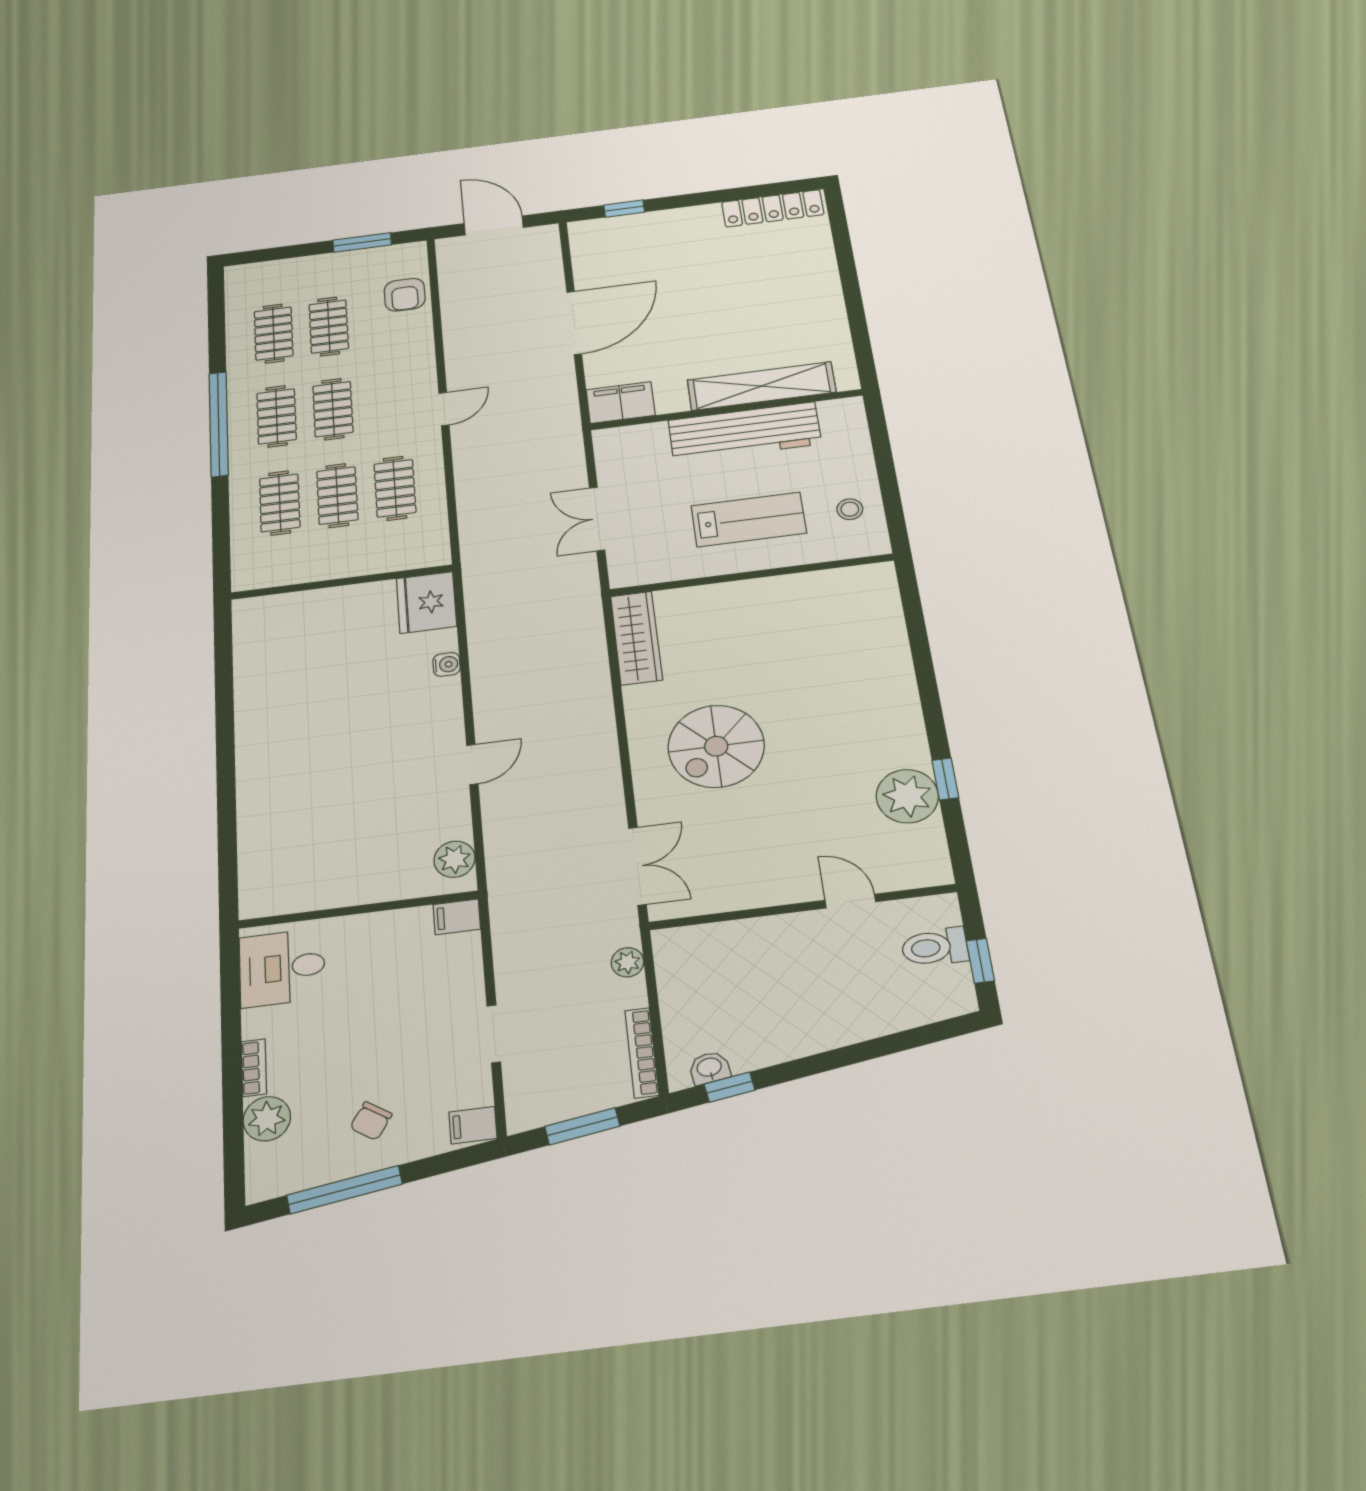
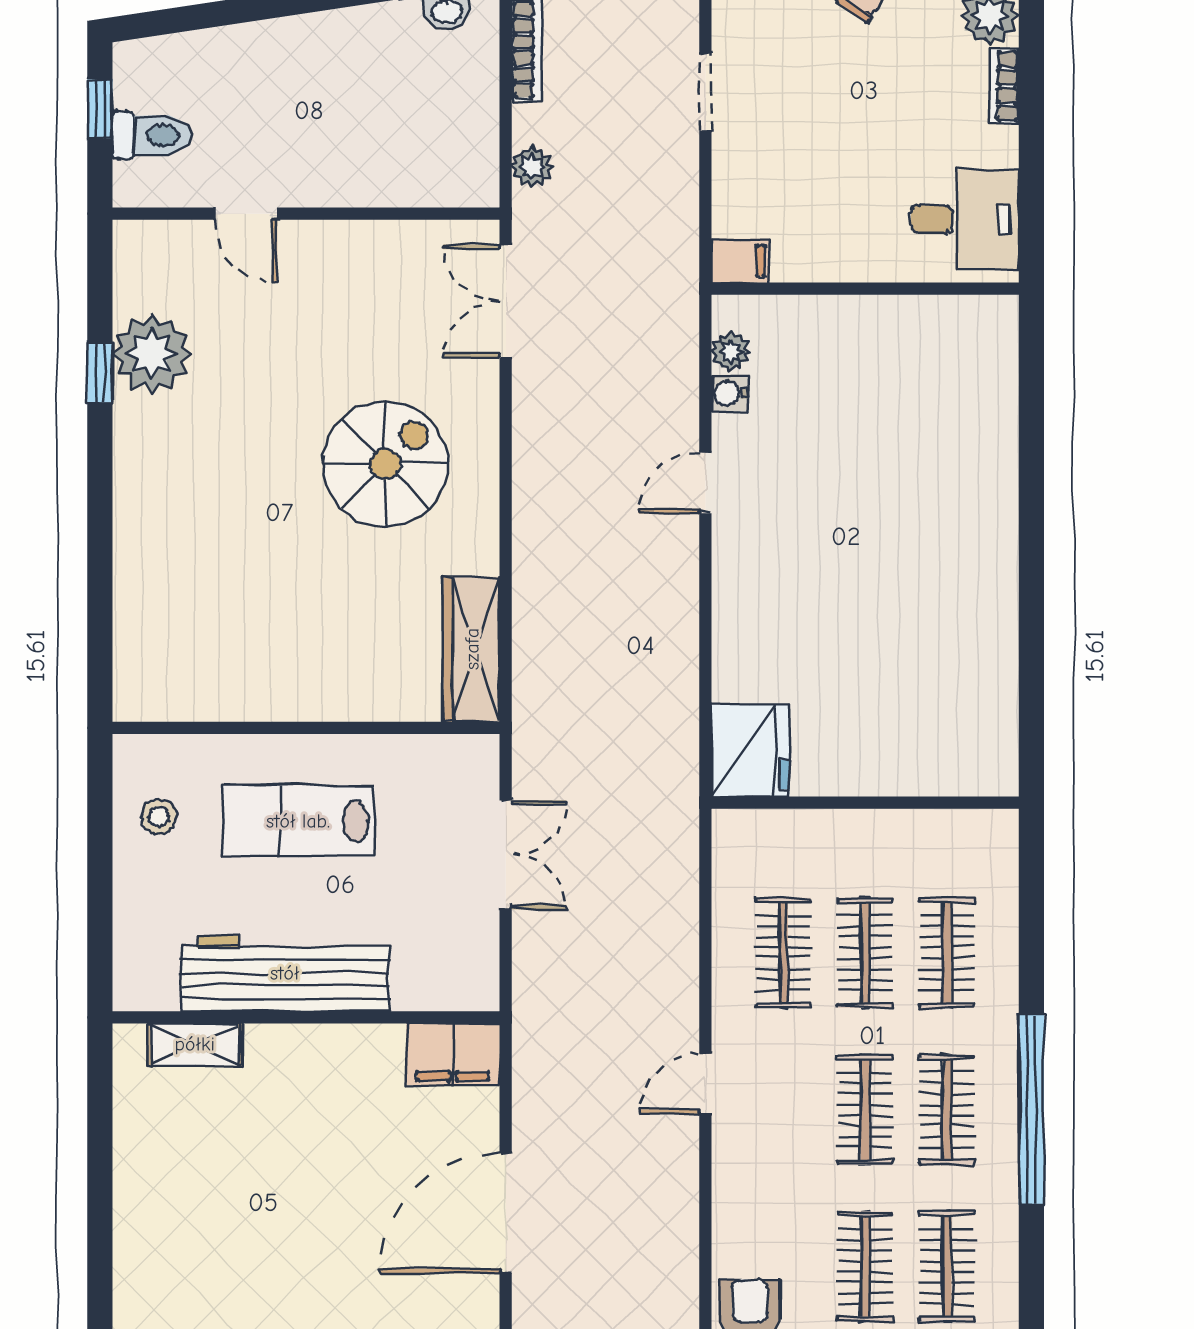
shelving: (762, 386) -> (195, 1044), width x0.45, depth x0.75
water cooler: (446, 664) -> (729, 393), moved
plant: (455, 859) -> (731, 352), width x0.73, depth x0.73

